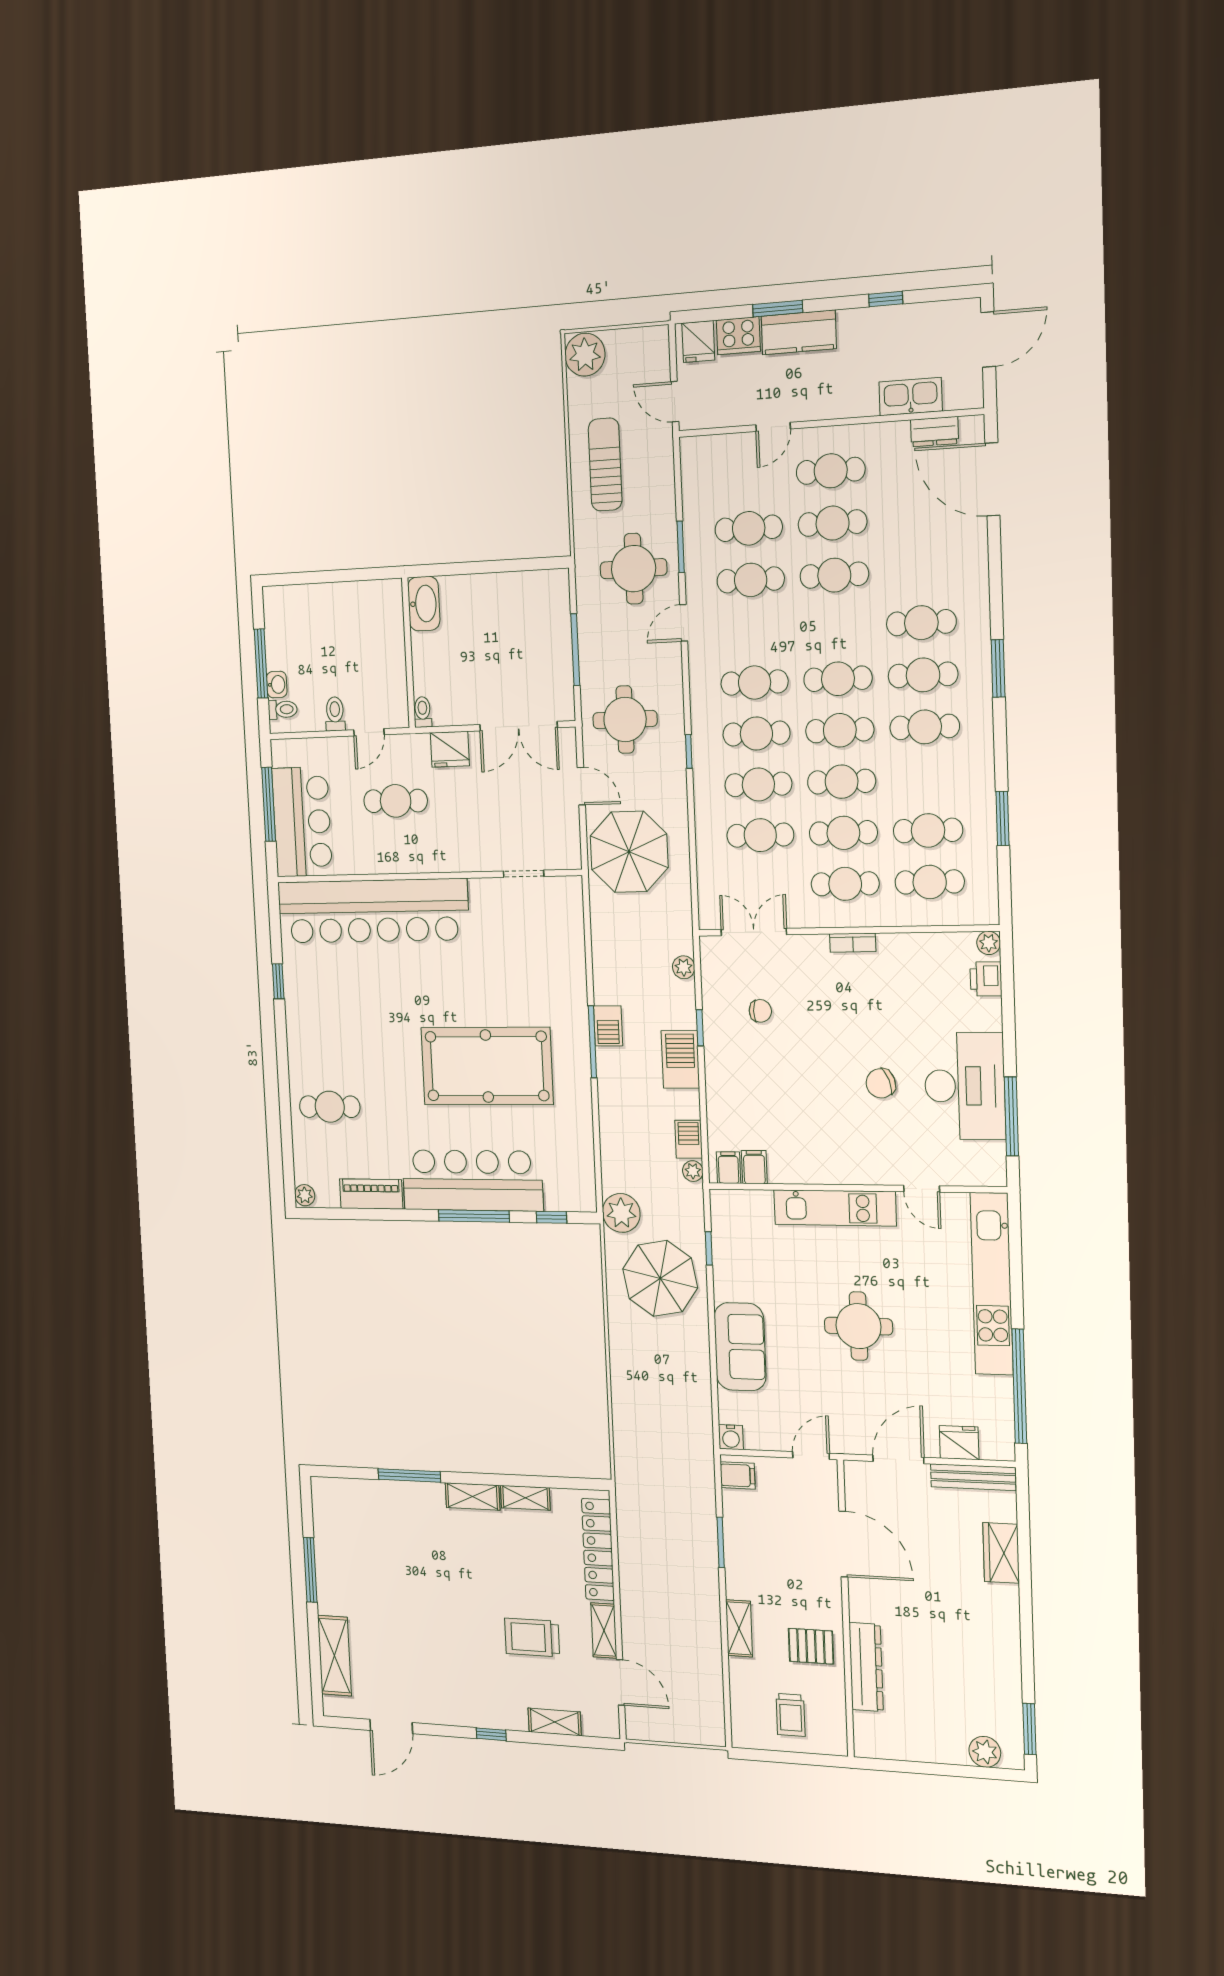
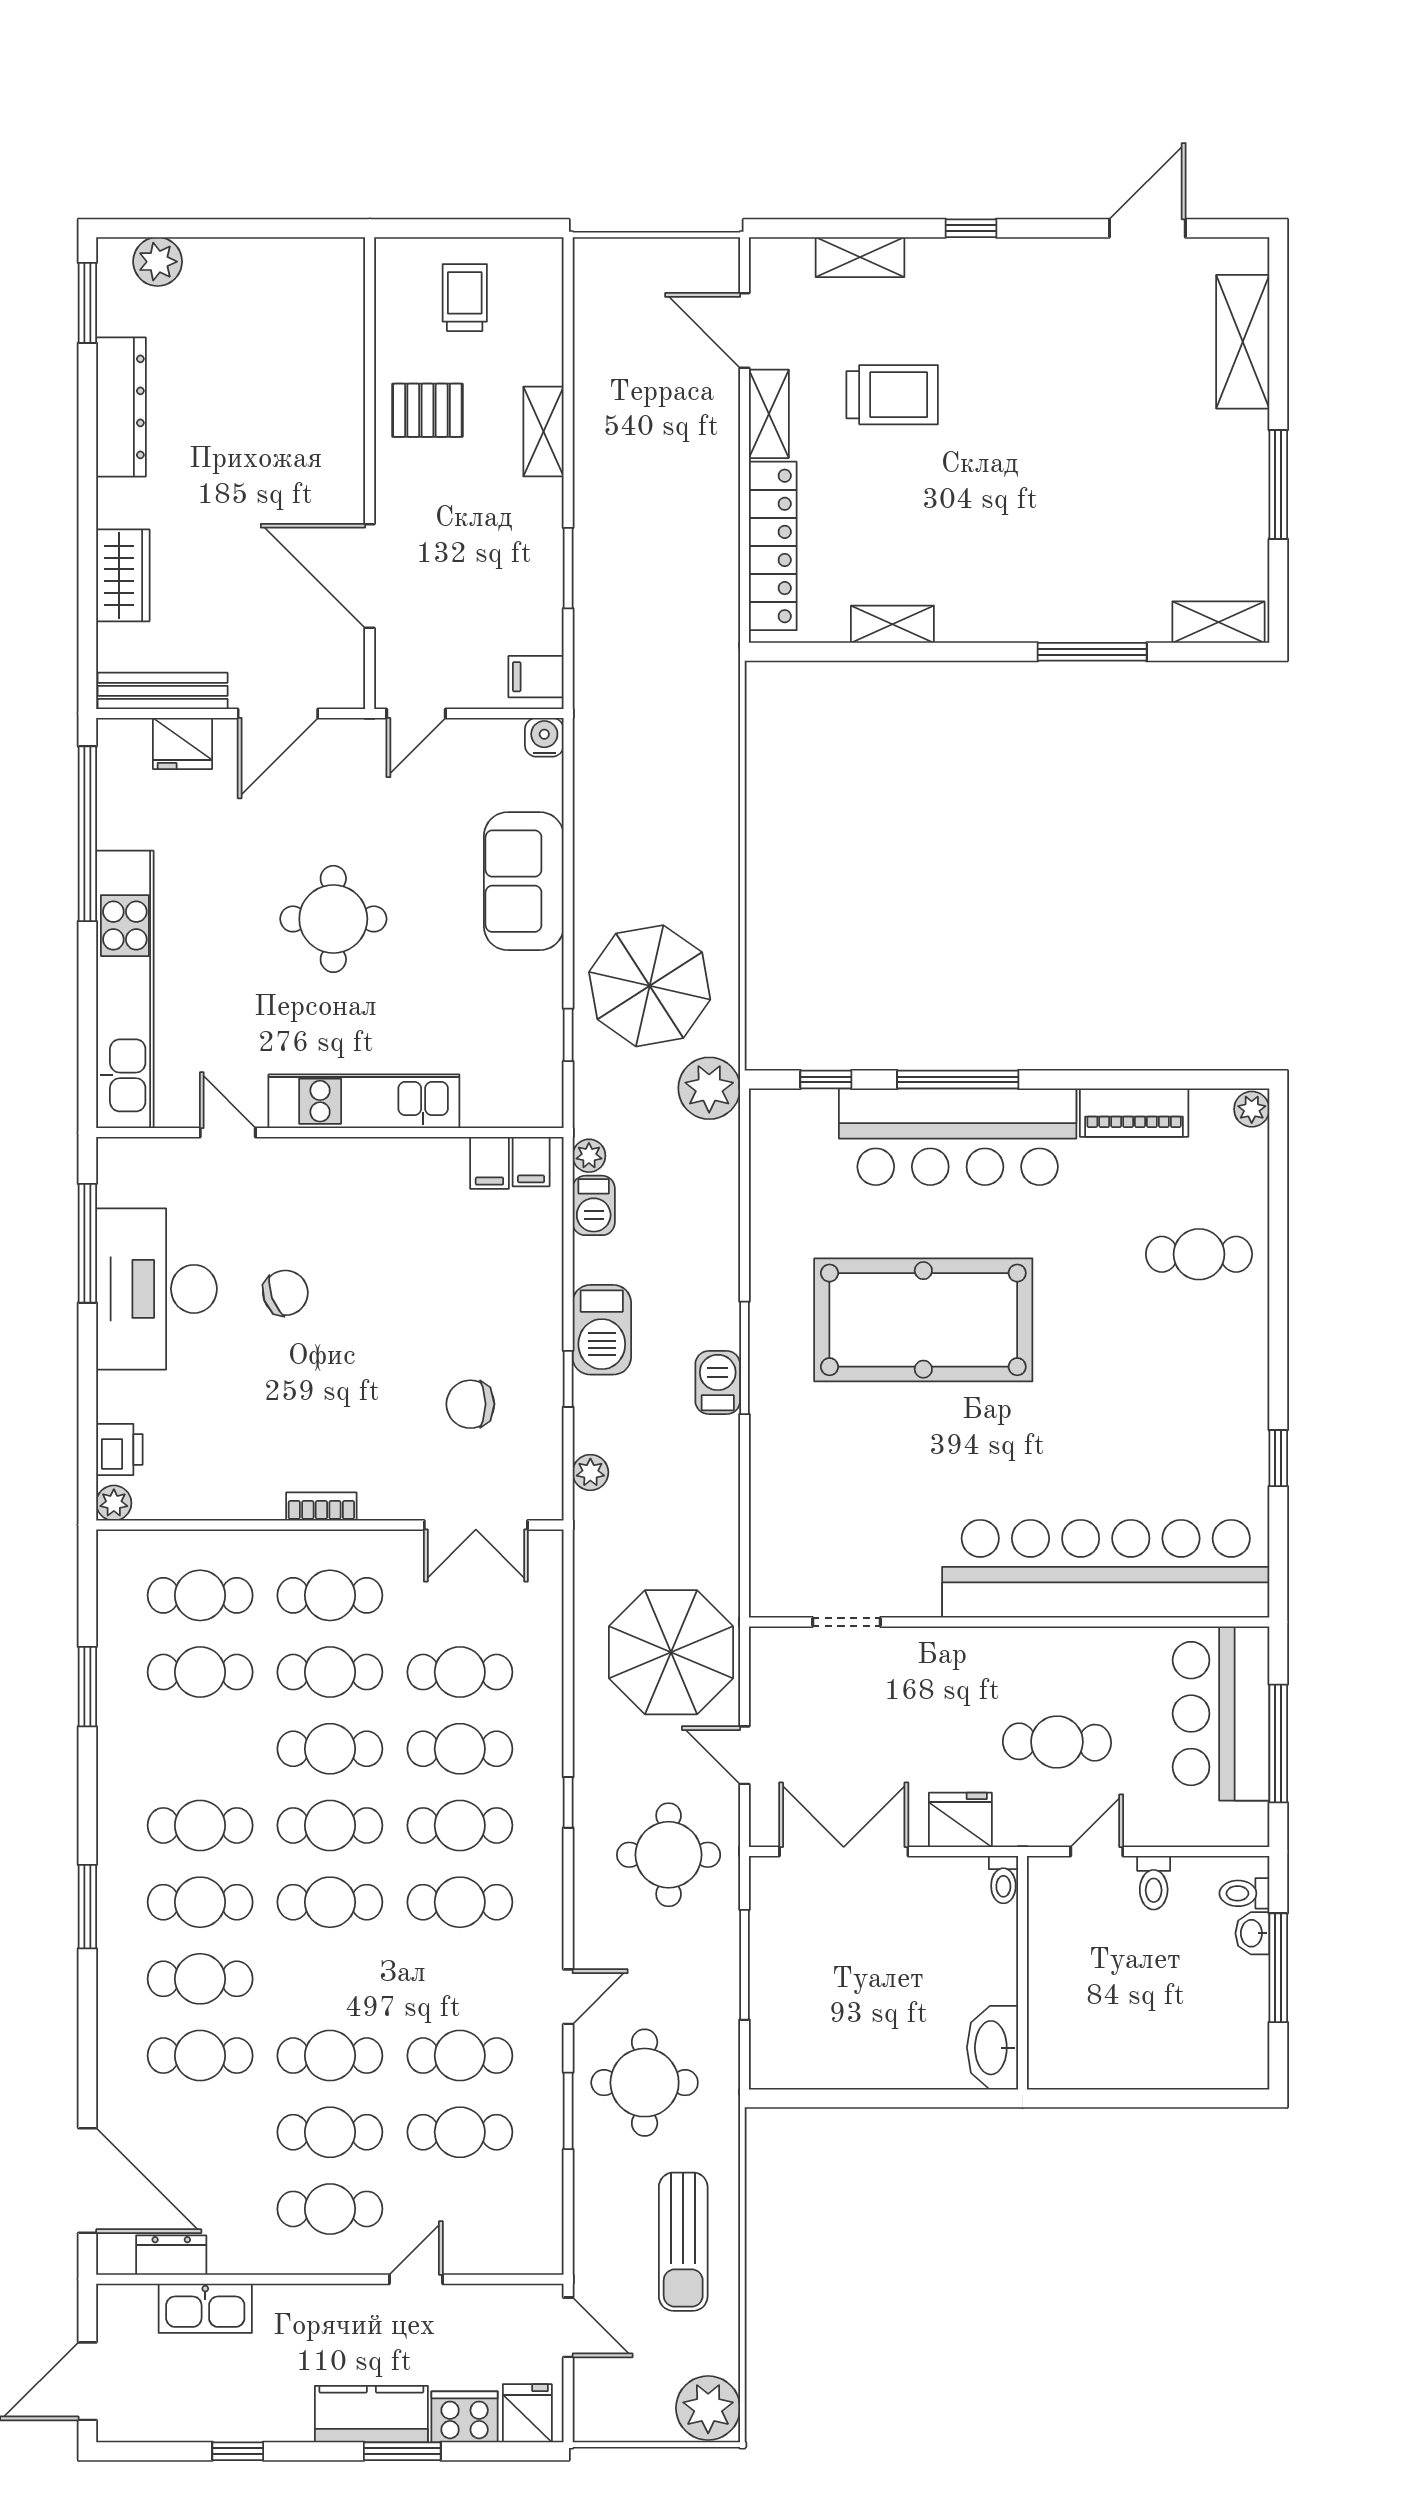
cafe table: (920, 570) -> (200, 2056), added
chair: (760, 1011) -> (470, 1404), width x1.37, depth x1.37
shelving: (472, 1496) -> (1218, 622), moved
dresser: (866, 1667) -> (121, 407), moved, turned 180

